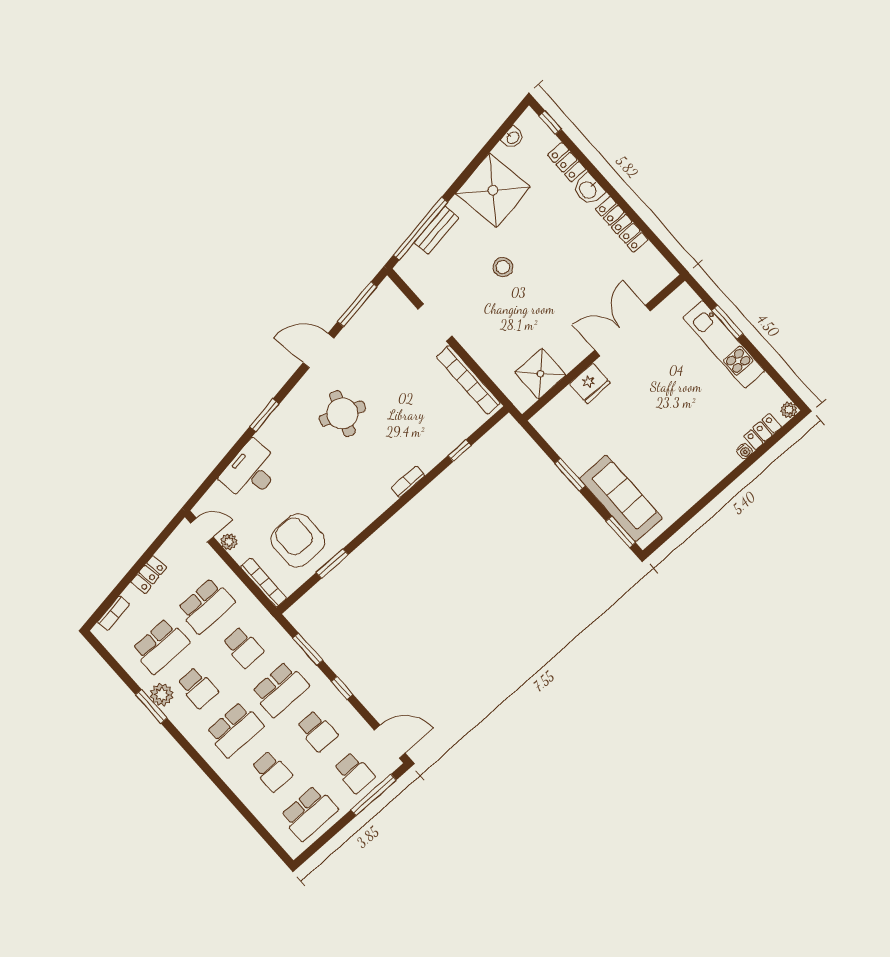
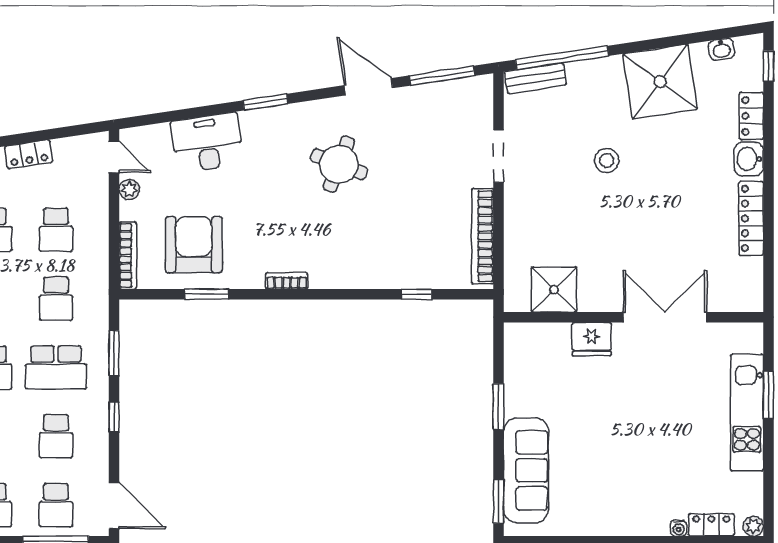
bench: (437, 230) -> (535, 78), moved
bookcase: (408, 482) -> (287, 281), moved
school desk: (206, 606) -> (56, 230), width x0.54

